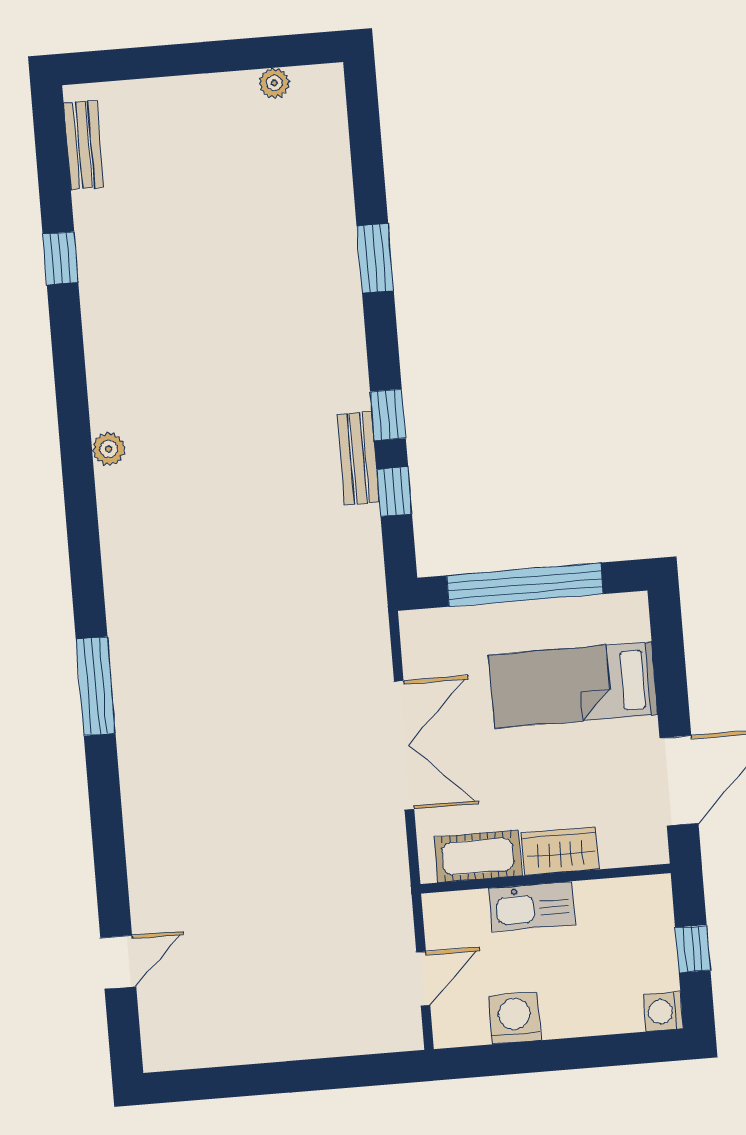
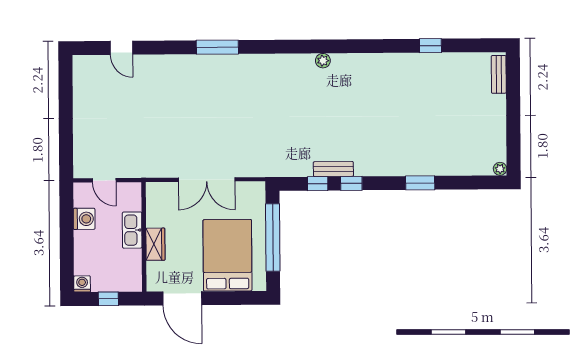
plant: (274, 83) -> (500, 169), moved
bench: (84, 145) -> (499, 74), moved, turned 90
plant: (109, 449) -> (323, 61), moved
bed: (573, 685) -> (227, 255), width x1.50
window: (96, 686) -> (217, 47), moved
cot: (478, 856) -> (156, 208), removed

